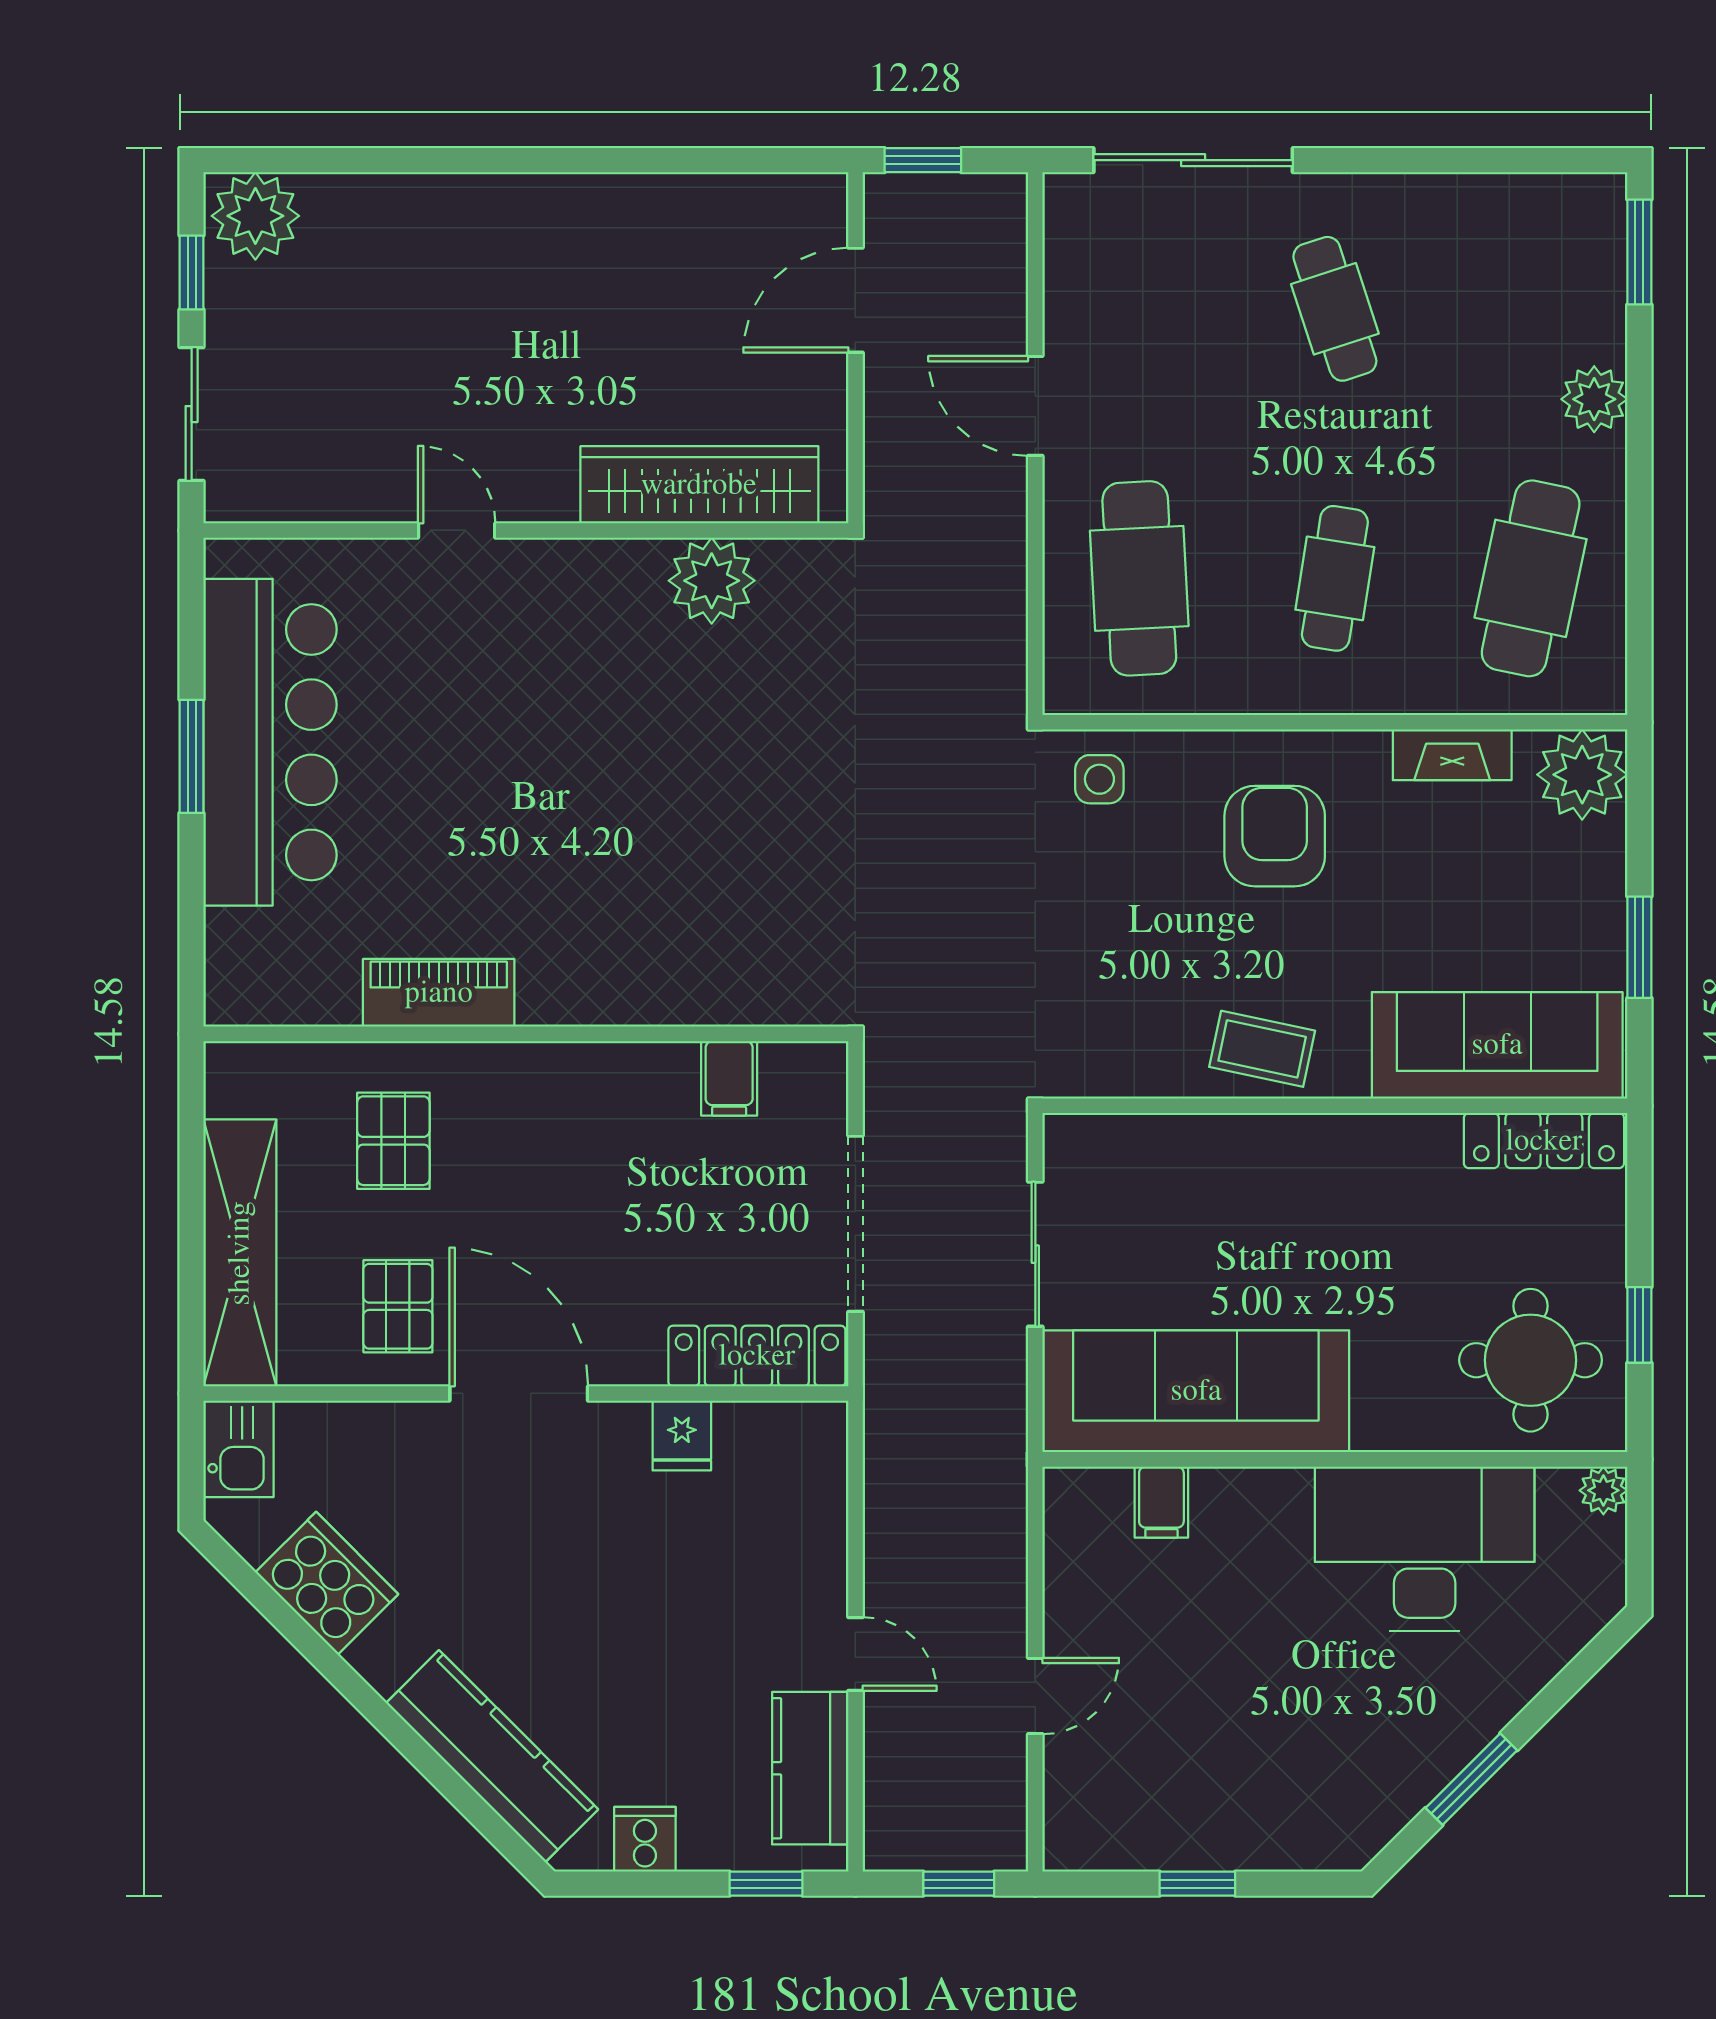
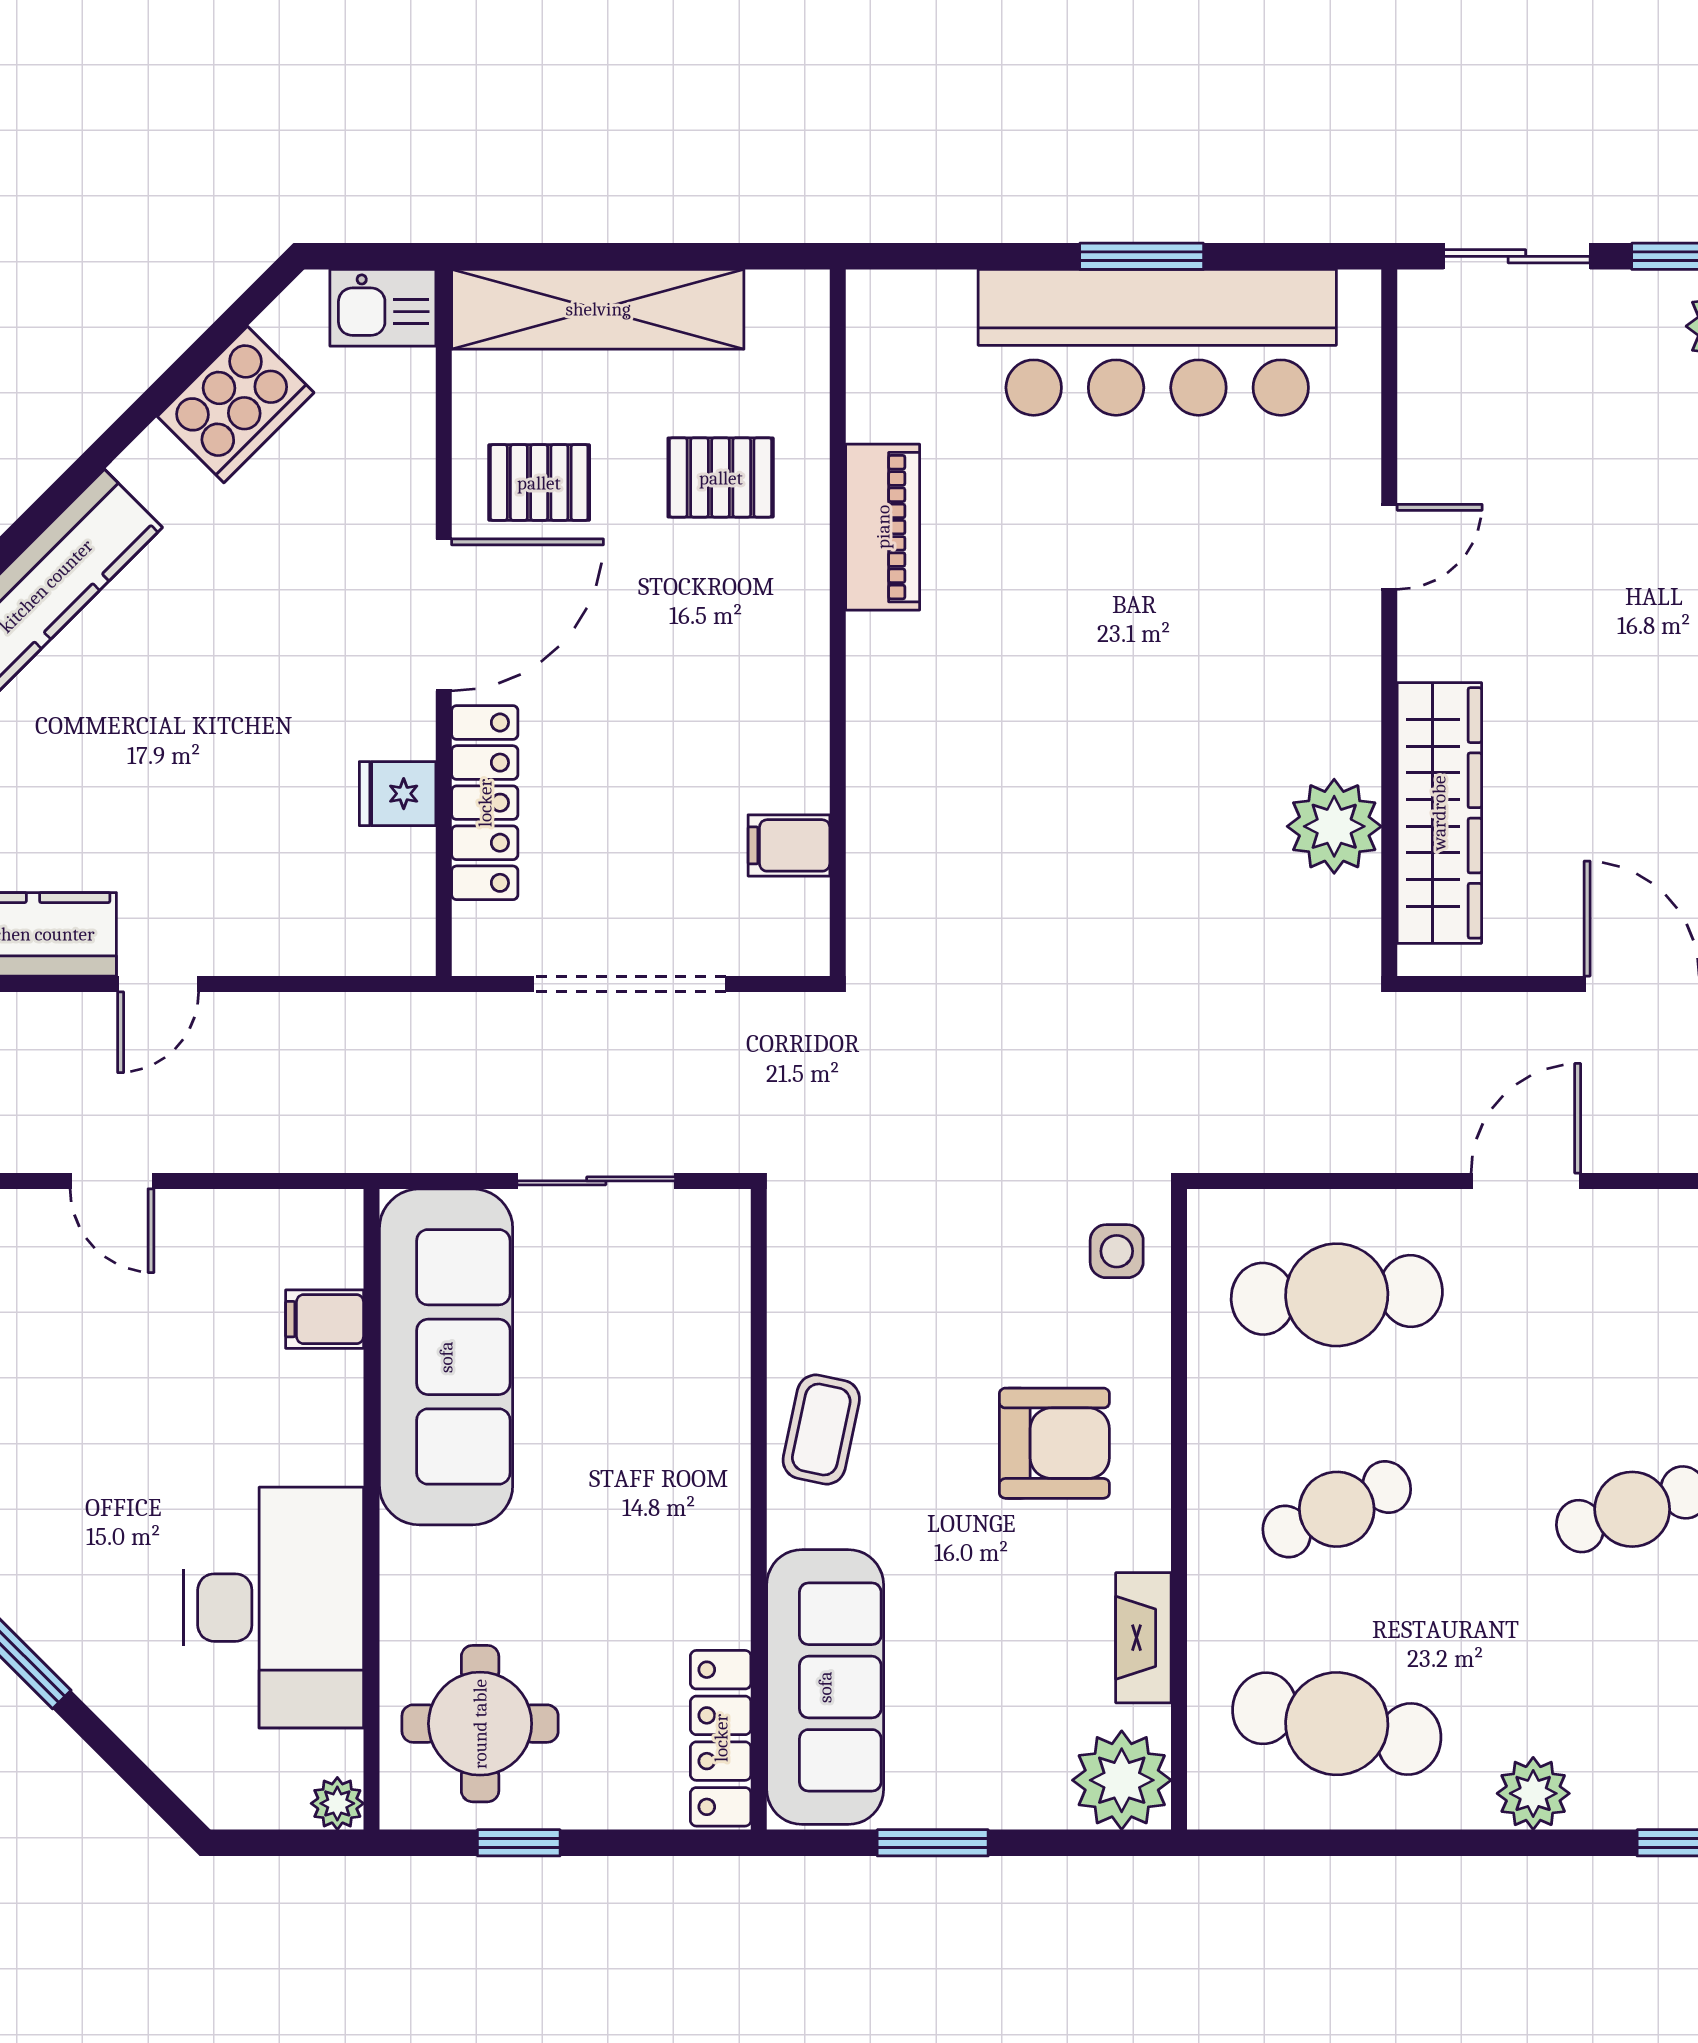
cafe table: (1335, 578) -> (1337, 1509), turned -33
locker: (757, 1356) -> (485, 803), moved

